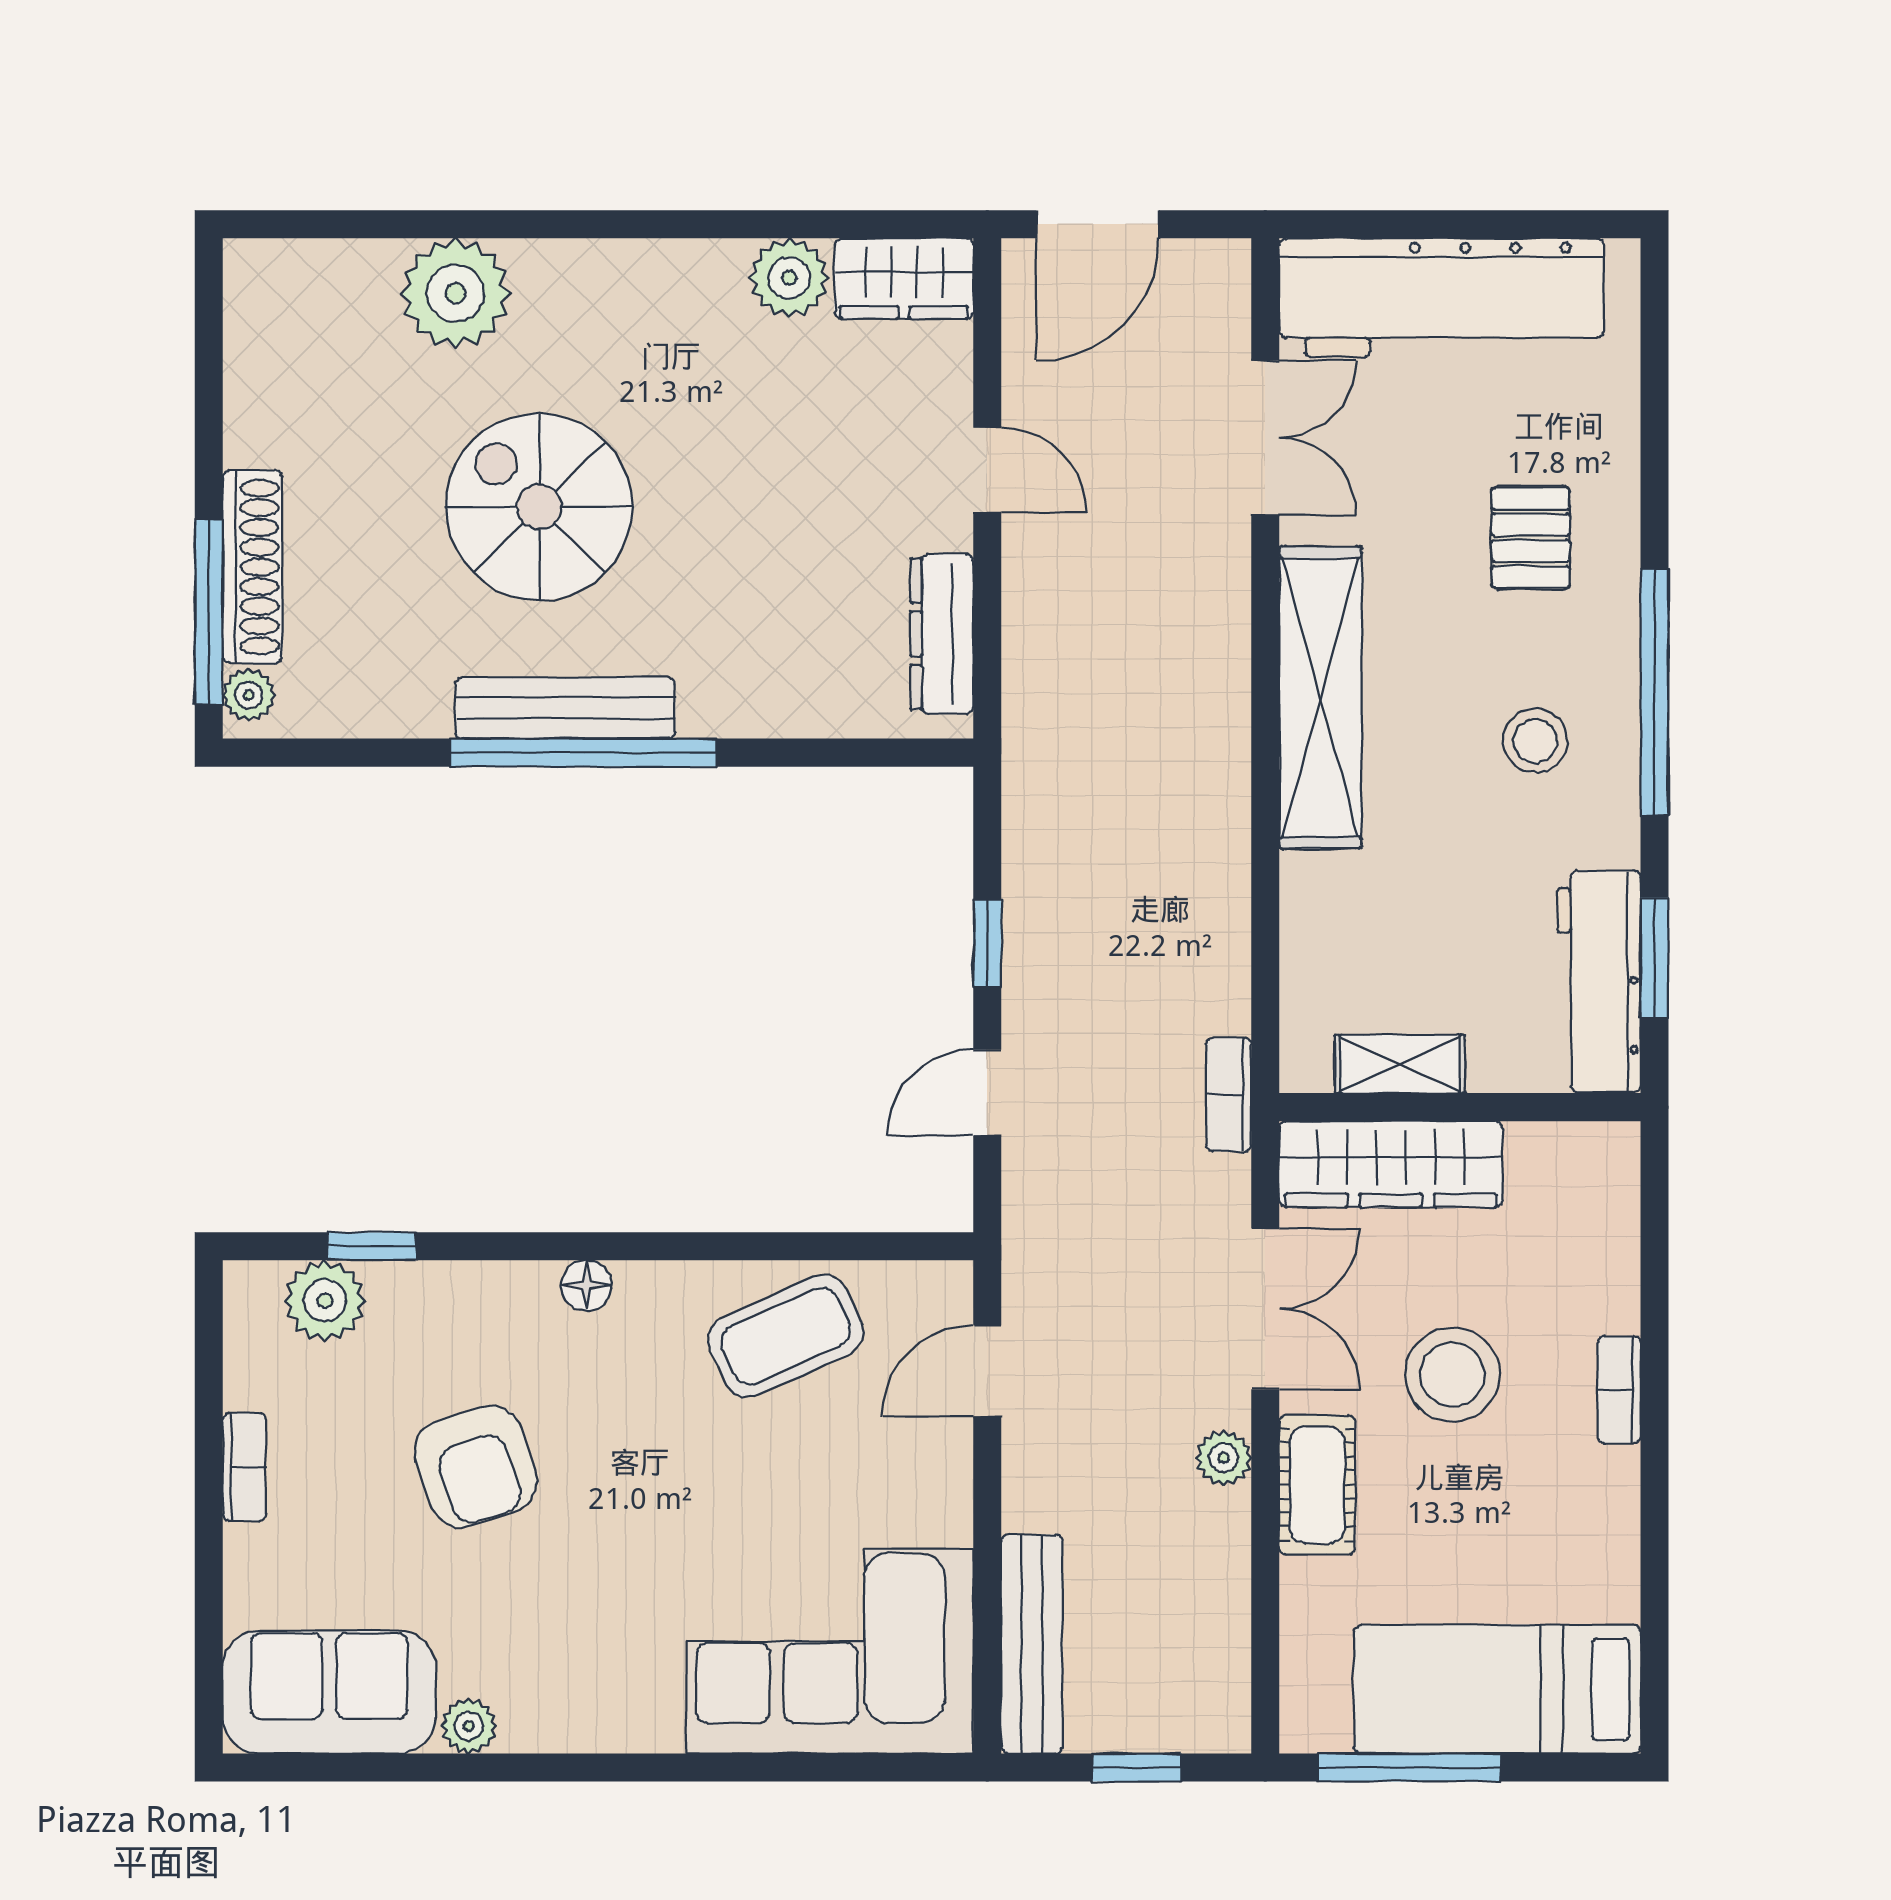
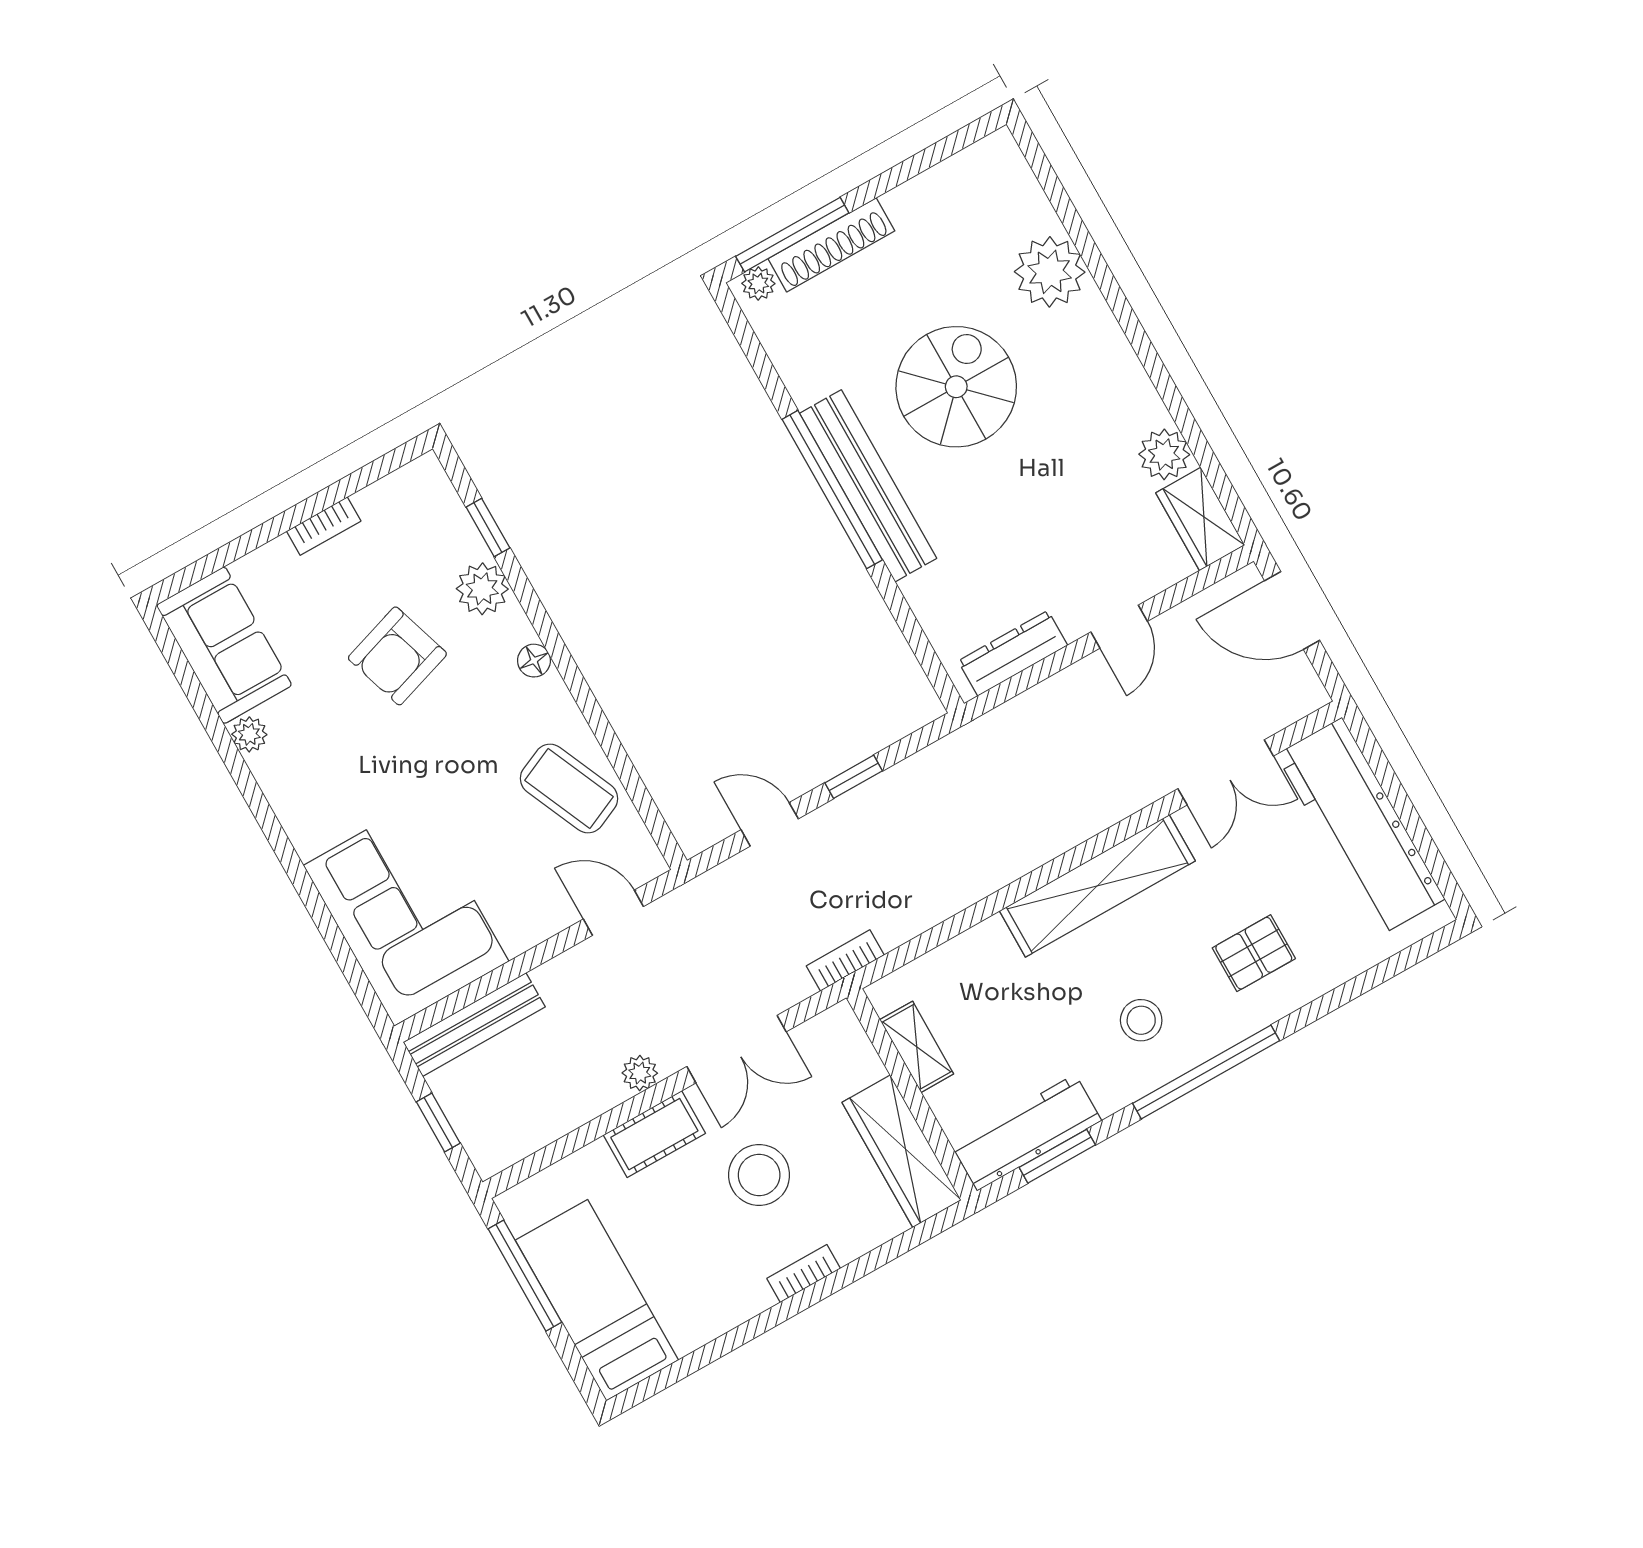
bench: (565, 708) -> (868, 486), width x1.37, depth x1.21
wardrobe: (1391, 1164) -> (902, 1151), moved
plant: (325, 1301) -> (482, 589), moved

